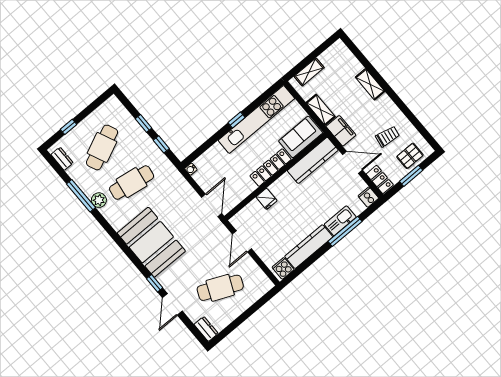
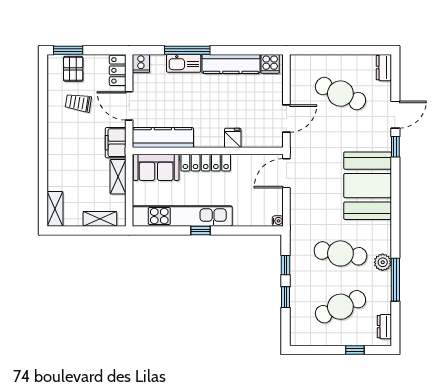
shelving: (370, 84) -> (55, 209), moved
pallet: (410, 156) -> (73, 69), turned 90
window: (411, 176) -> (68, 50), moved

